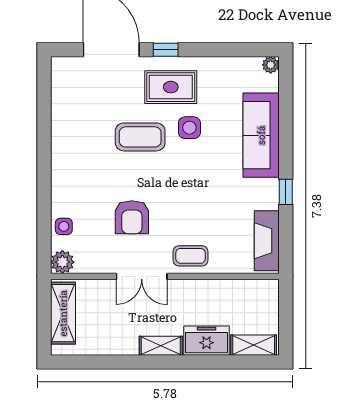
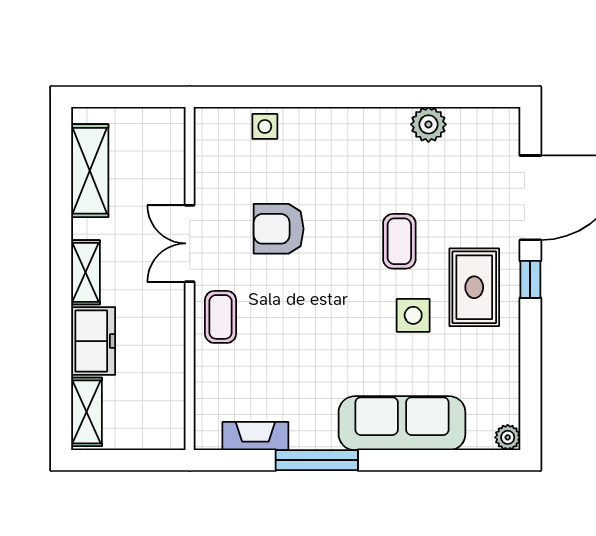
coffee table: (140, 137) -> (399, 241), width x0.73, depth x0.77
window: (286, 192) -> (317, 460), width x2.17
fireplace: (267, 241) -> (255, 436), width x0.73, depth x0.76
plant: (62, 262) -> (428, 124), moved
shelving: (63, 313) -> (90, 171), moved, turned 90

